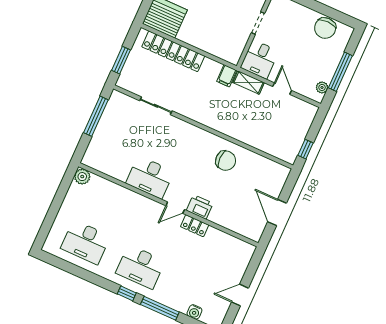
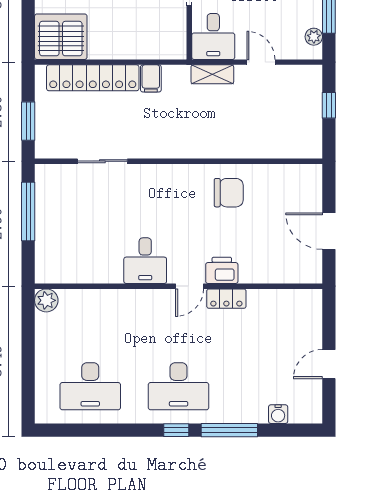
filing cabinet: (227, 76) -> (151, 78), moved
window: (306, 149) -> (329, 105), moved
desk: (150, 177) -> (145, 261), width x0.73

